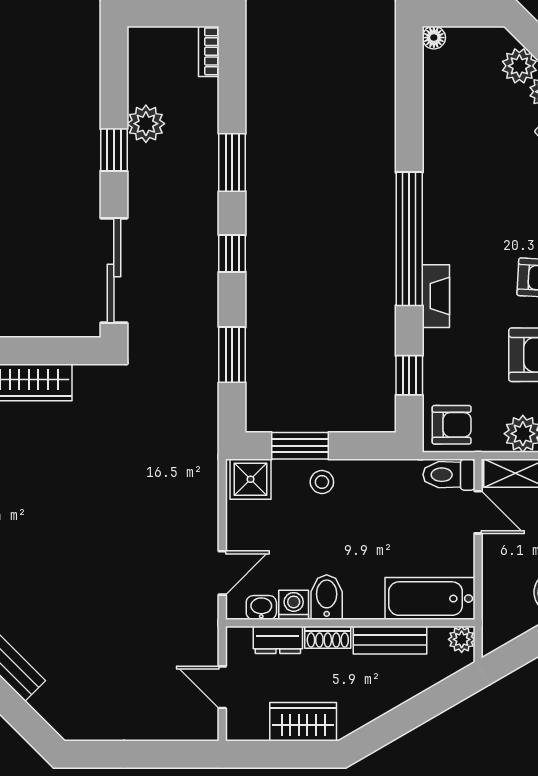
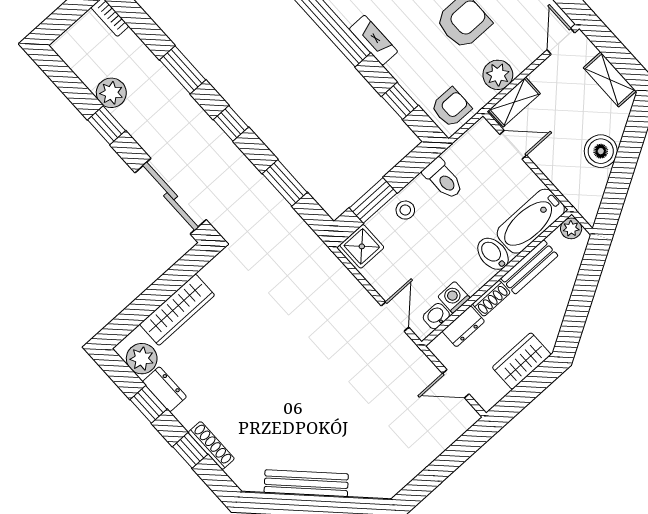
toilet: (449, 475) -> (443, 179), moved, turned -90
bidet: (327, 597) -> (493, 254), moved

